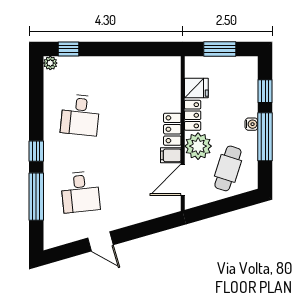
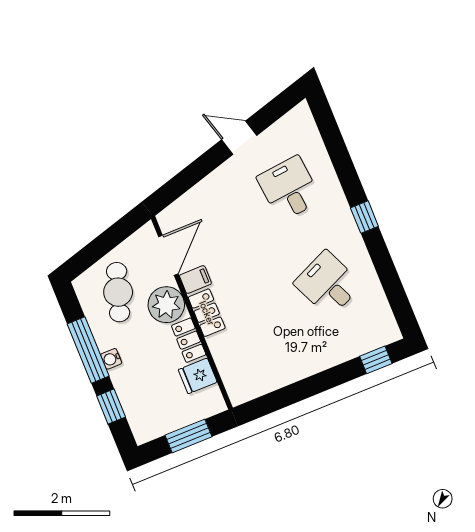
plant: (50, 63) -> (391, 333), removed
desk: (80, 115) -> (328, 284), turned -30
window: (36, 197) -> (342, 161), removed

